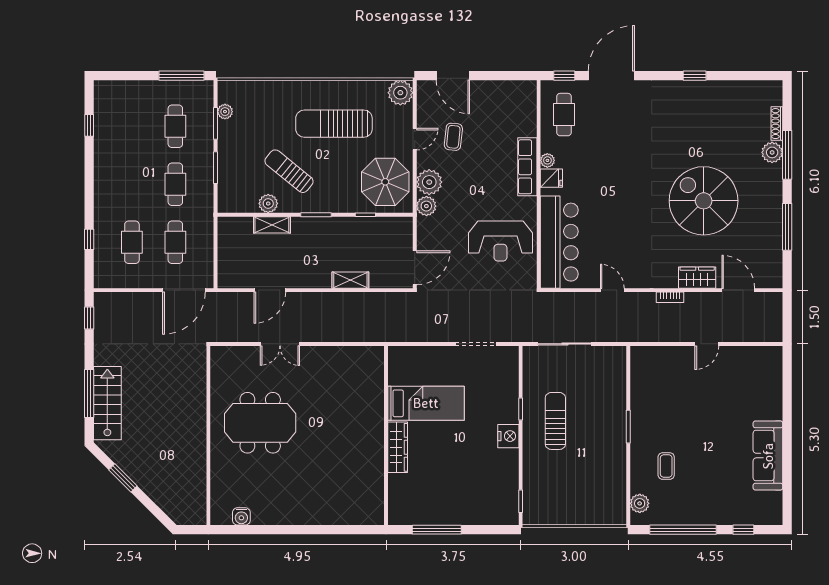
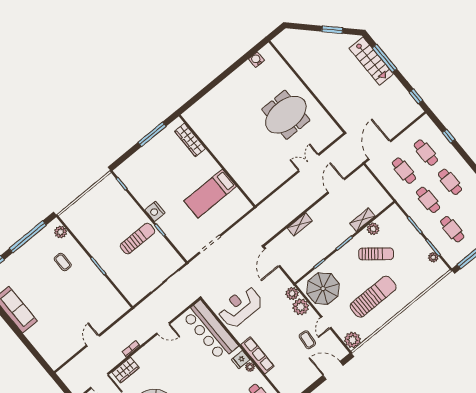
cafe table: (132, 184) -> (450, 182), added
sun lounger: (555, 421) -> (137, 239), turned -90
wardrobe: (398, 447) -> (190, 140), moved

